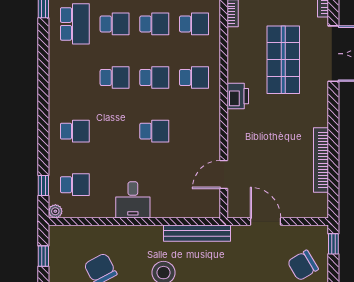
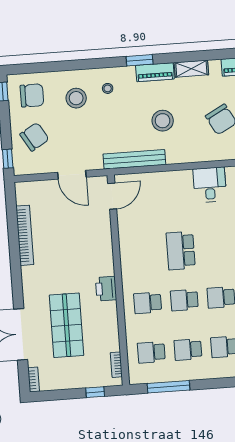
school desk: (154, 131) -> (181, 251), width x1.85
door: (224, 175) -> (112, 196), moved
desk: (133, 200) -> (210, 185), moved

